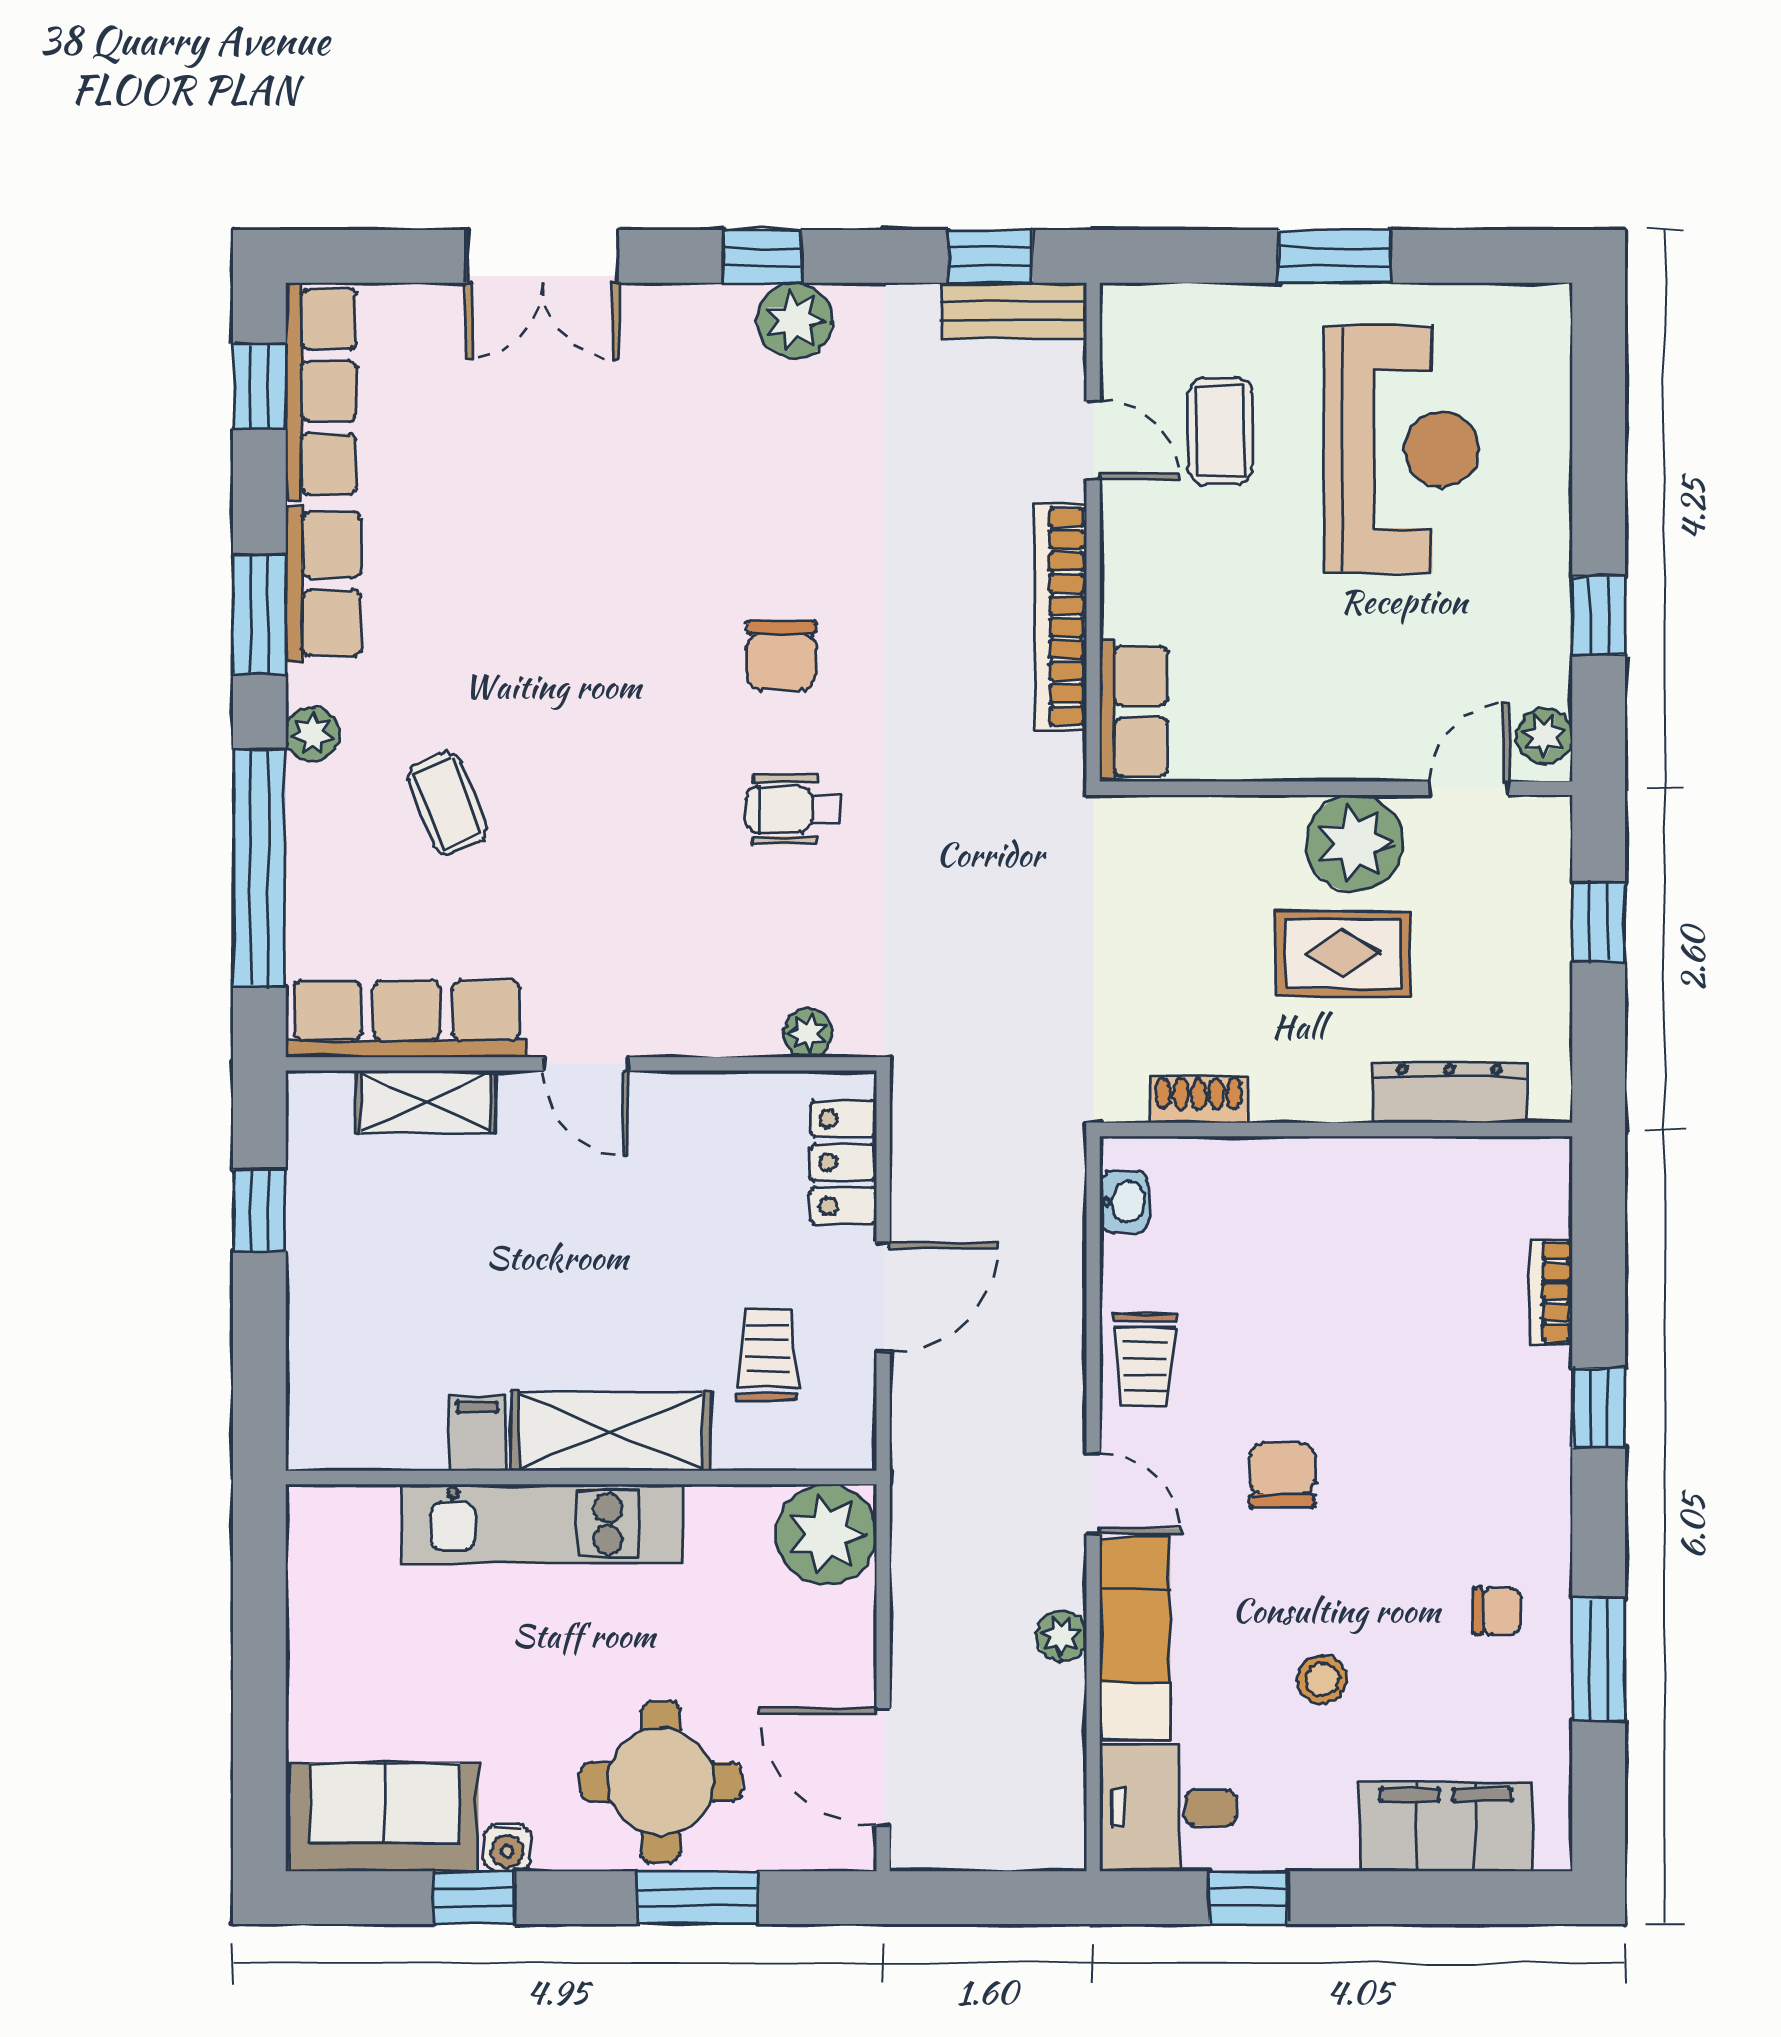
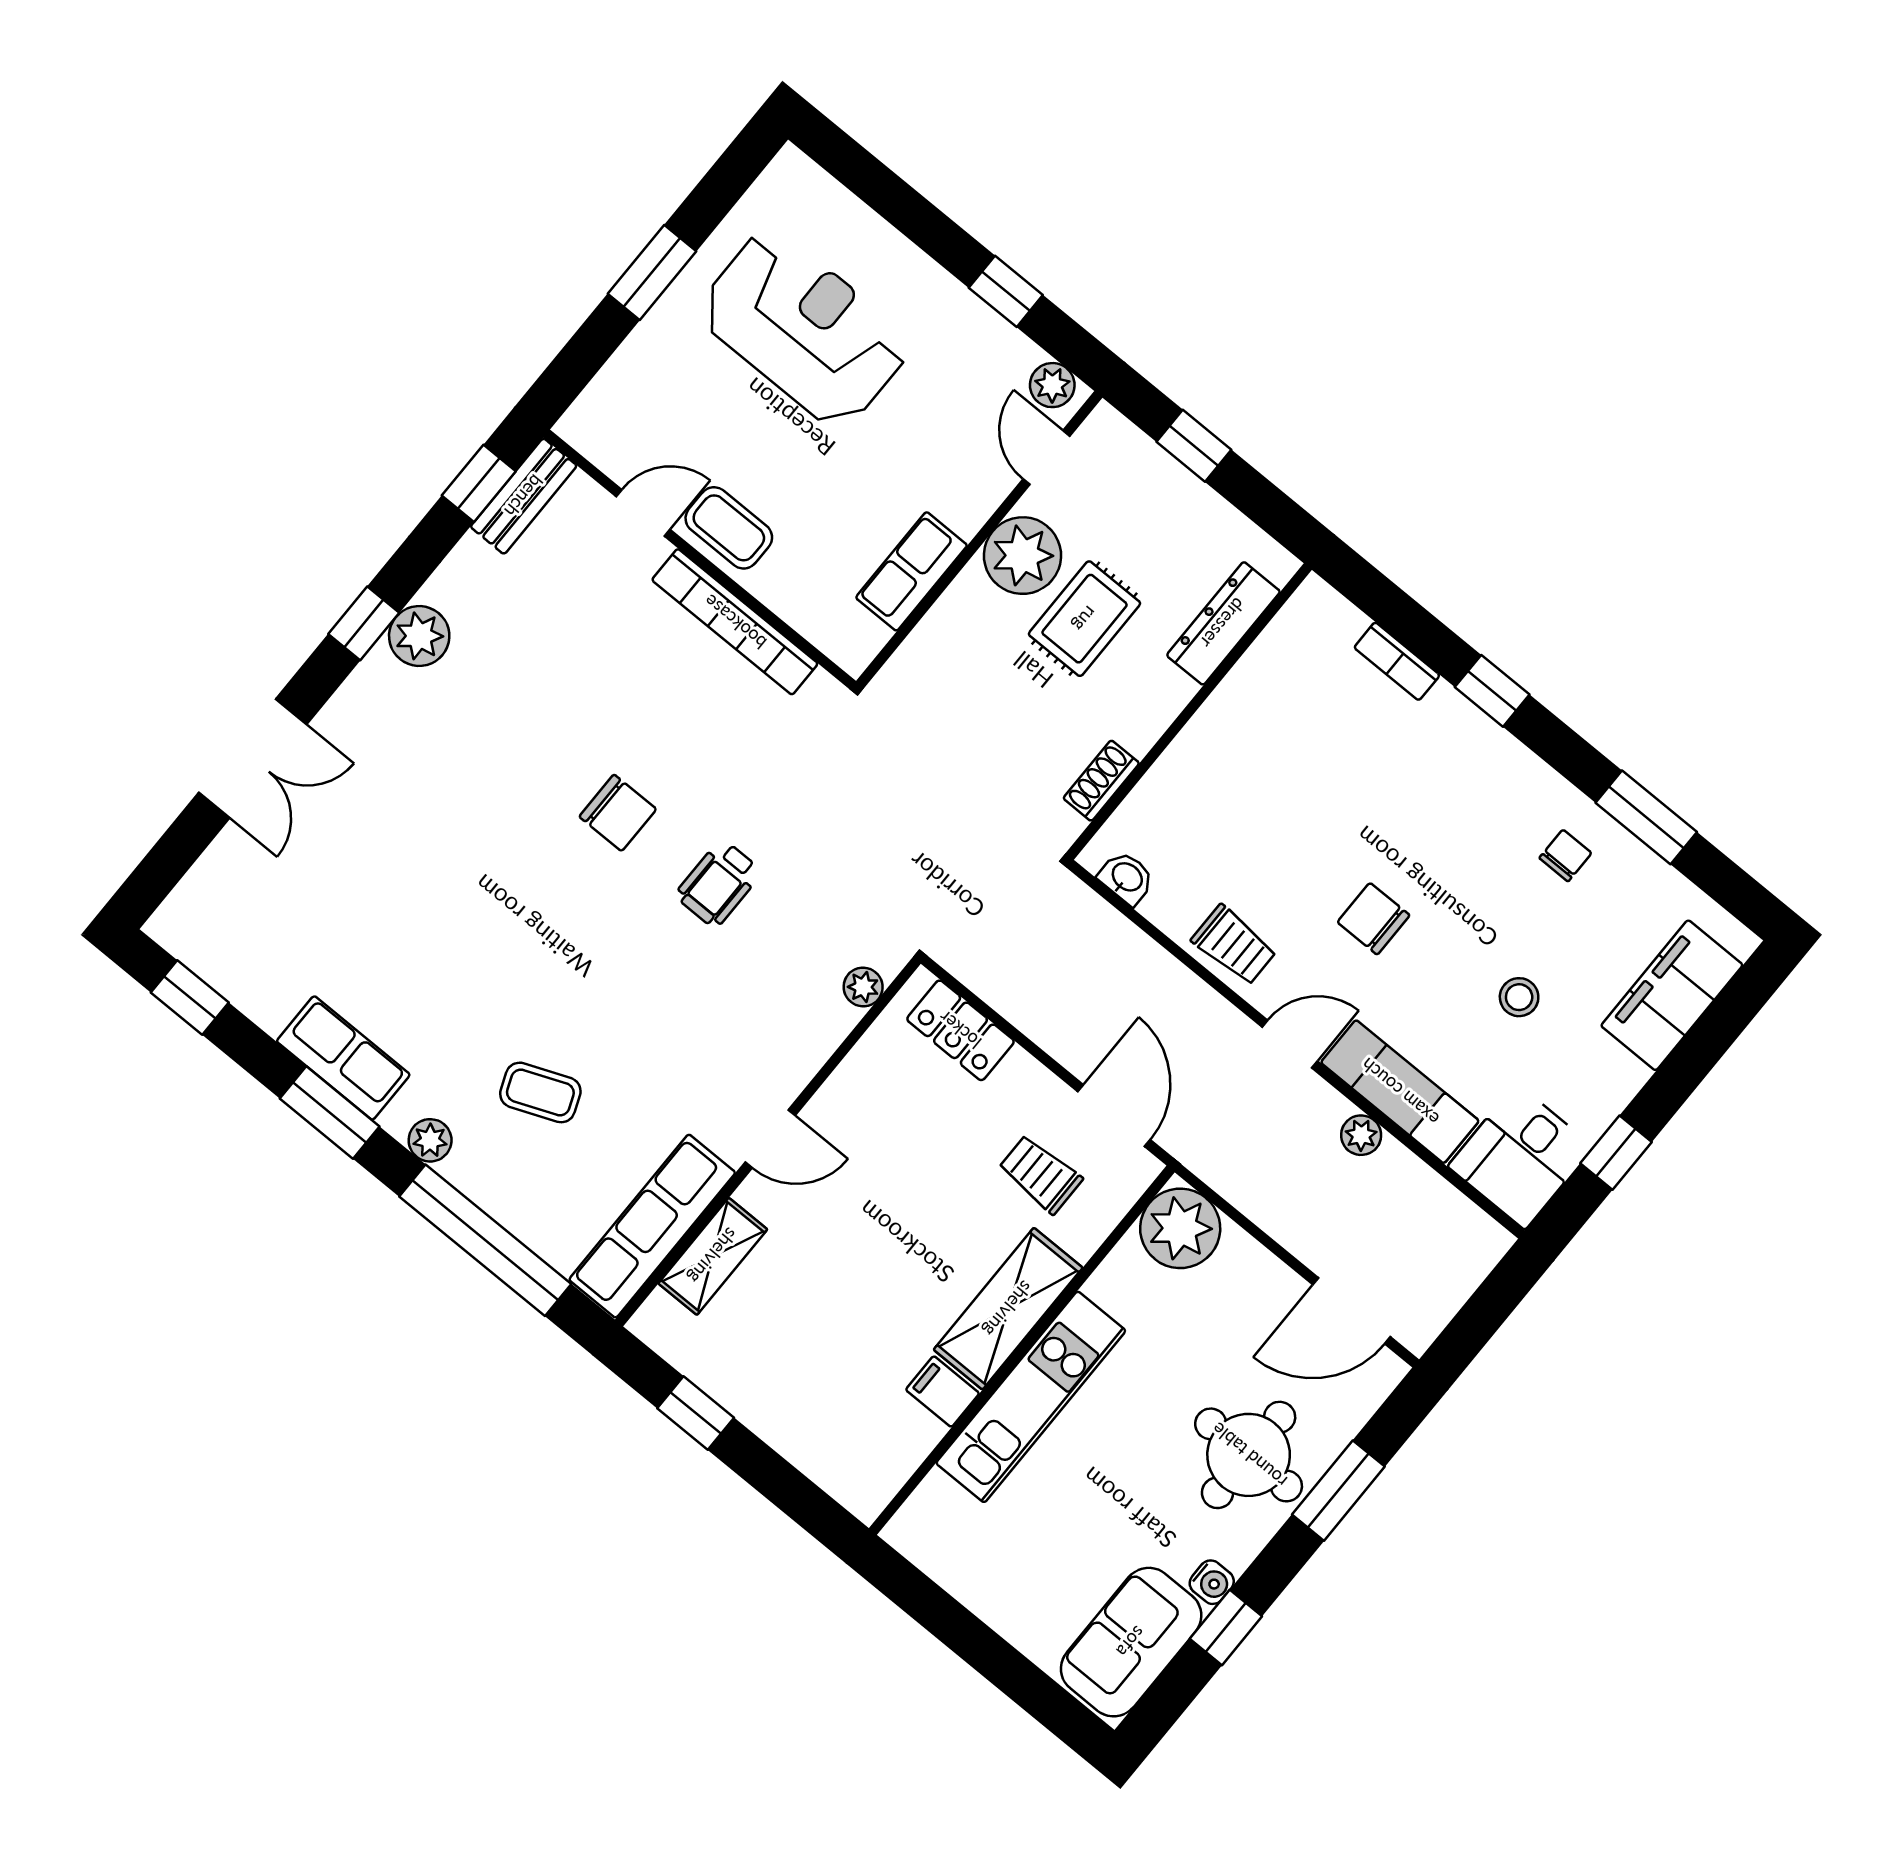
row of seats: (321, 391) -> (224, 962), removed
coffee table: (1220, 431) -> (729, 528), moved
row of seats: (1133, 711) -> (912, 571), moved, turned -90
door: (883, 1297) -> (1114, 1116), moved

